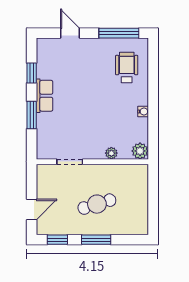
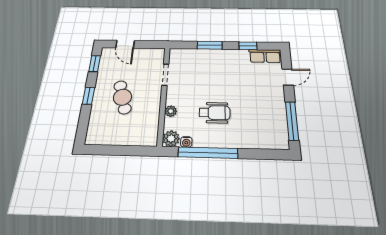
wheelchair: (127, 68) -> (214, 113), moved
row of seats: (45, 96) -> (265, 56), moved
water cooler: (143, 111) -> (186, 142), moved
window: (153, 115) -> (208, 153), added
window: (96, 240) -> (89, 96), width x0.67

